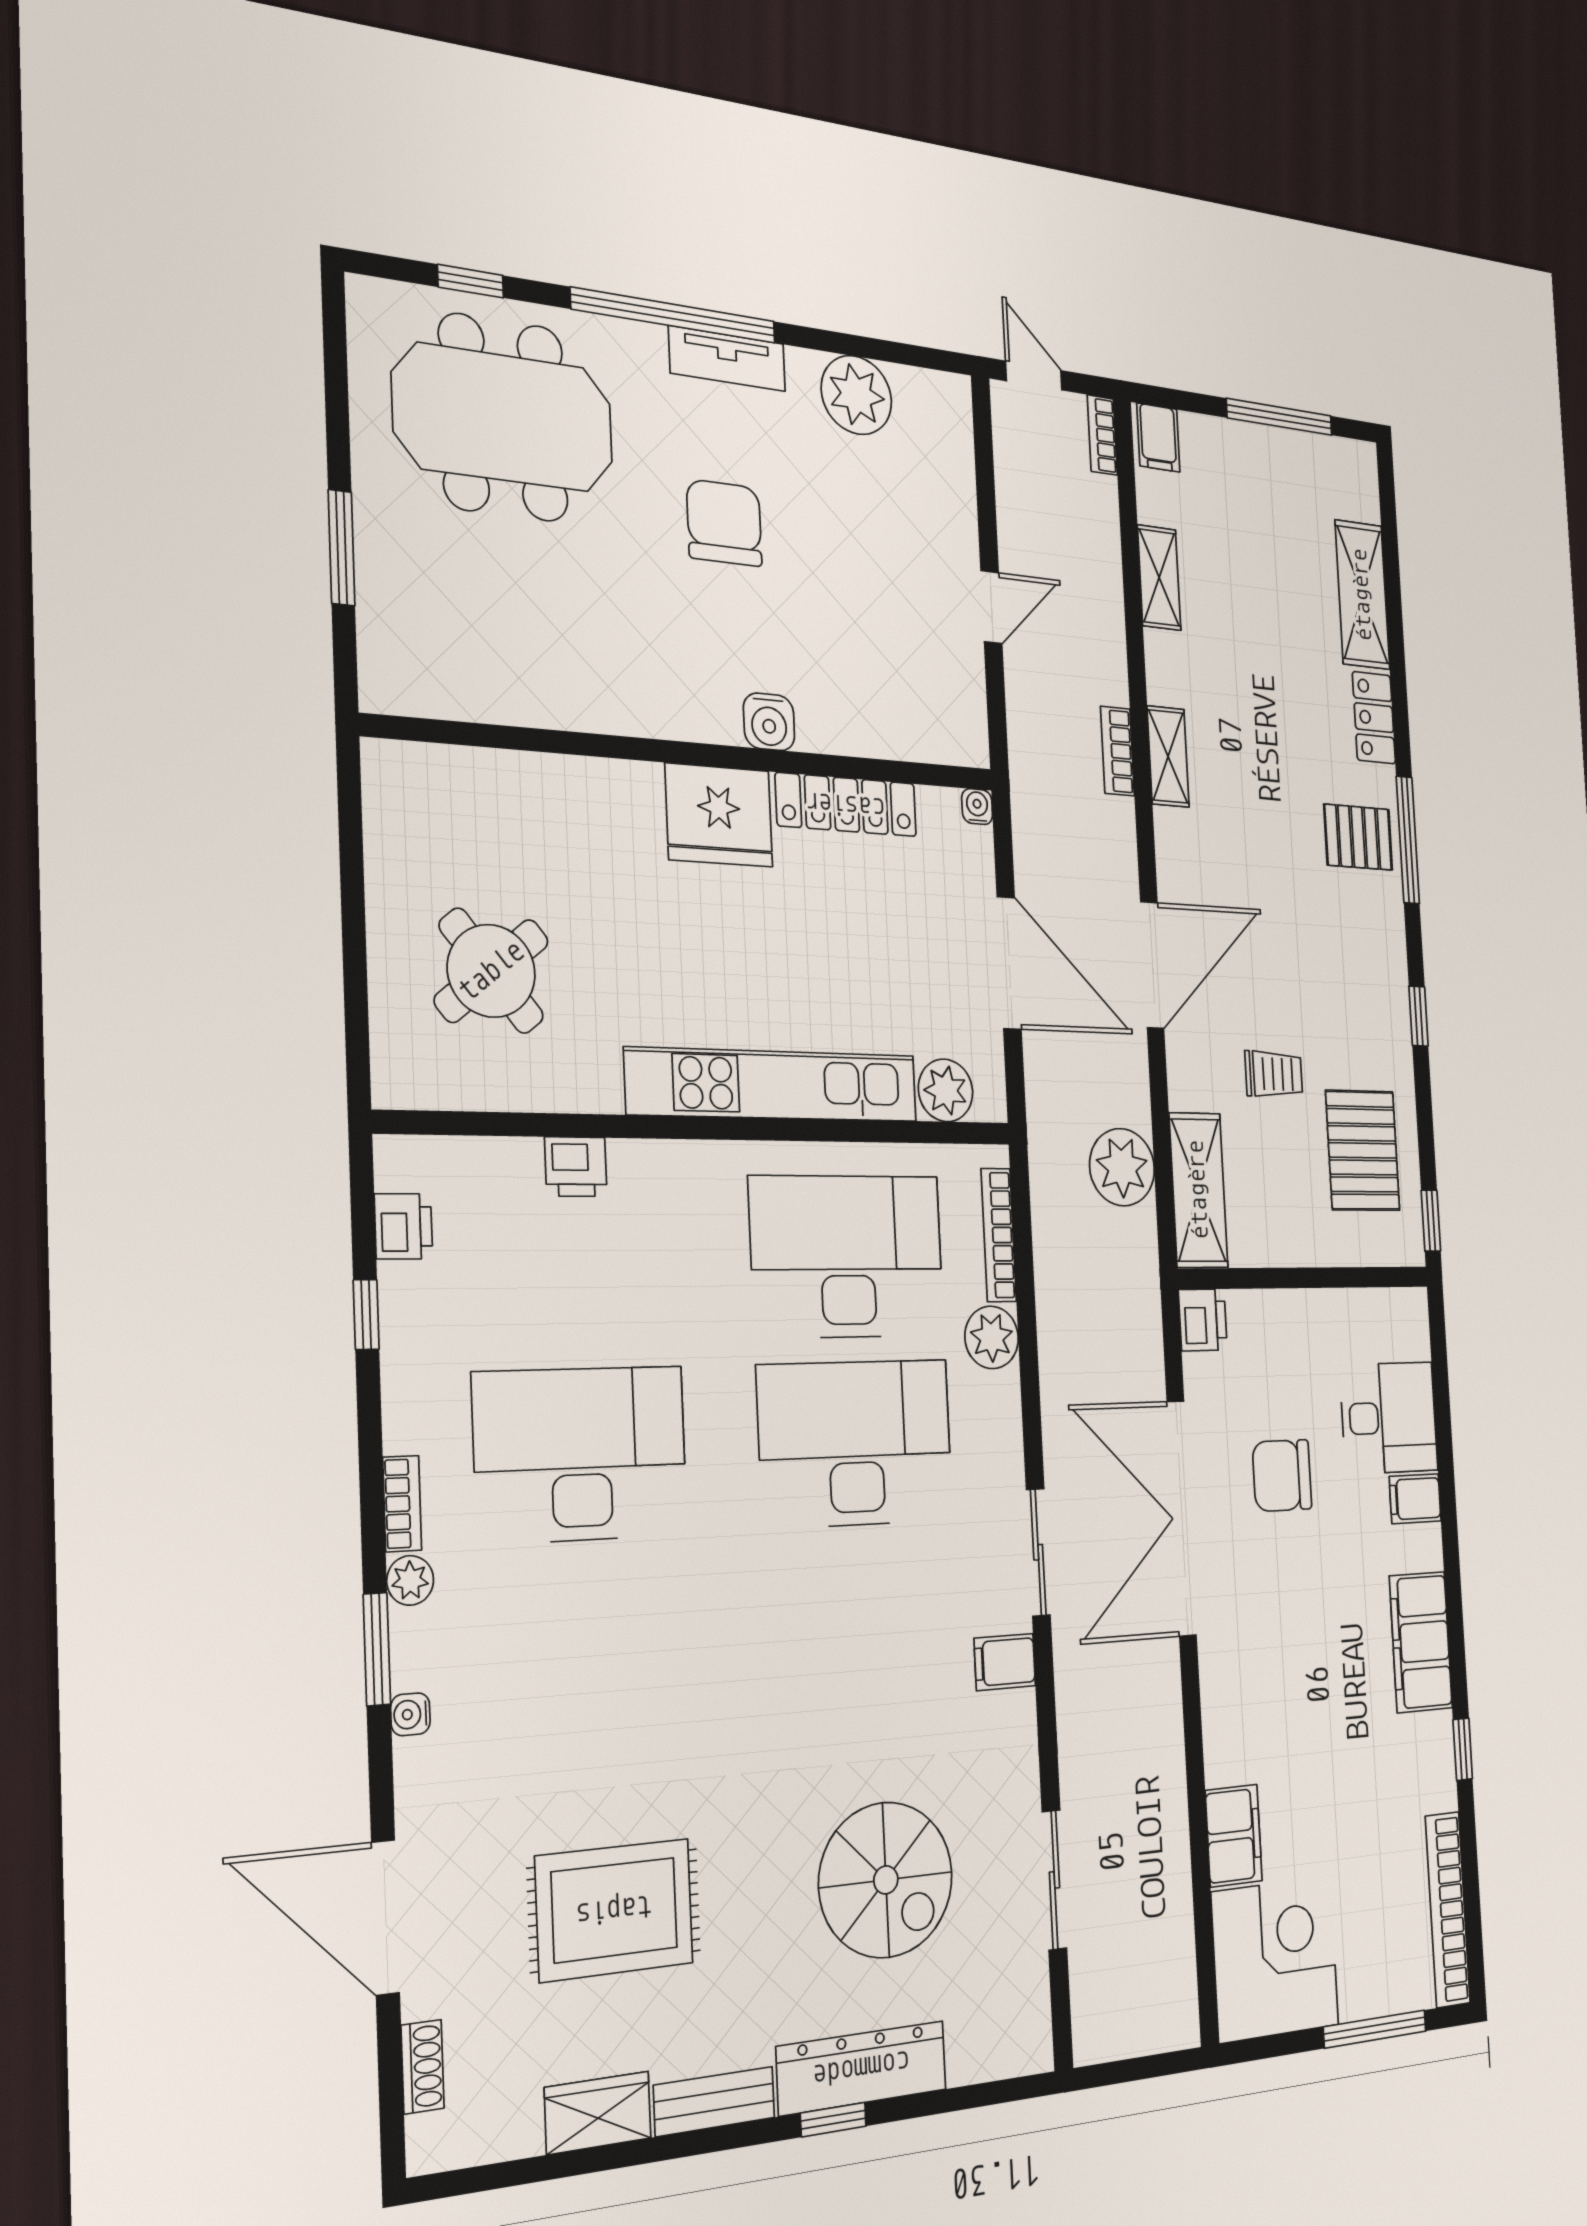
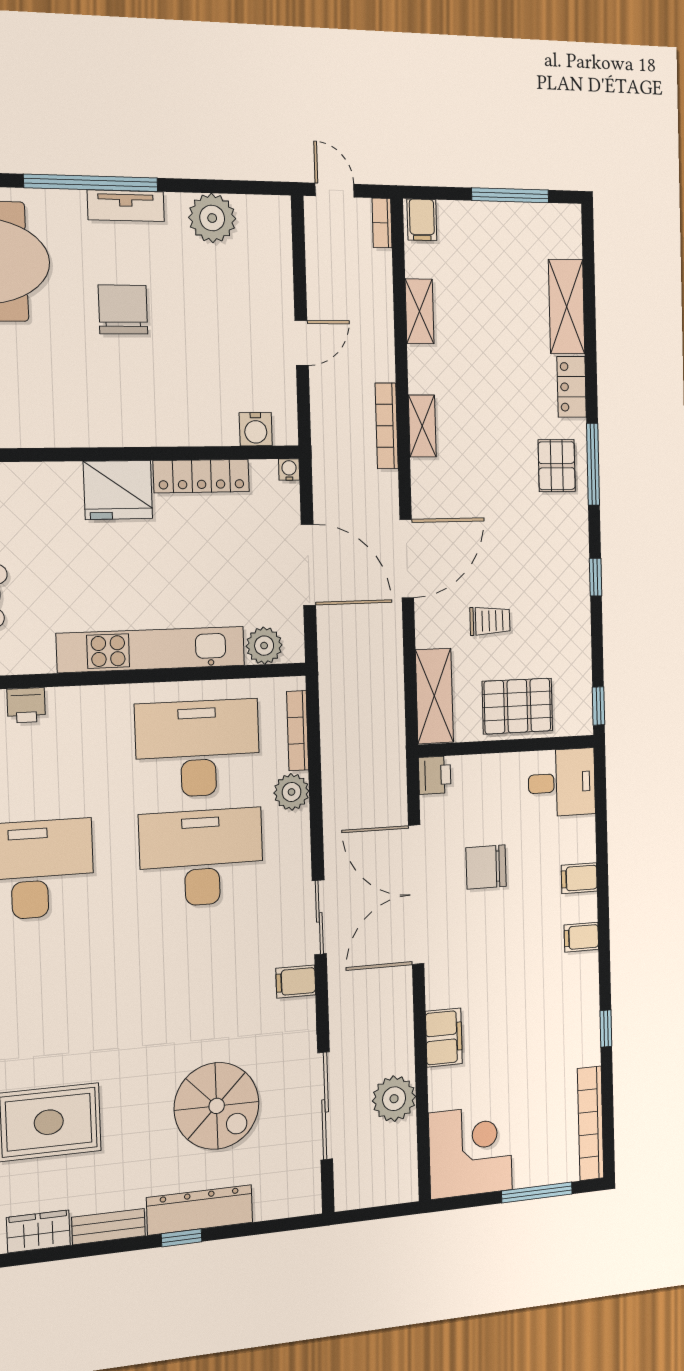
water cooler: (769, 722) -> (256, 429), moved
bookcase: (1117, 751) -> (387, 426), width x1.56
pallet: (1358, 837) -> (557, 466), turned 90
pallet: (1363, 1150) -> (517, 706), moved, turned 90
plant: (1122, 1167) -> (394, 1099), moved
desk: (1389, 1418) -> (562, 783), moved
filing cabinet: (1421, 1642) -> (581, 937), width x0.33, depth x0.86
filing cabinet: (1234, 1836) -> (444, 1038), moved
sliding door: (1054, 1880) -> (325, 1106), width x1.37

